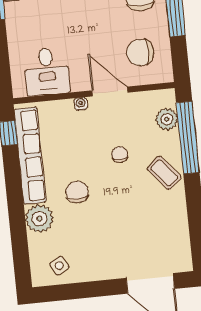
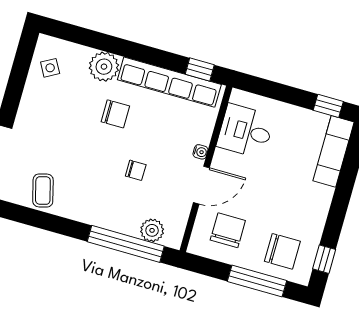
coffee table: (164, 173) -> (43, 191), moved, turned -65

